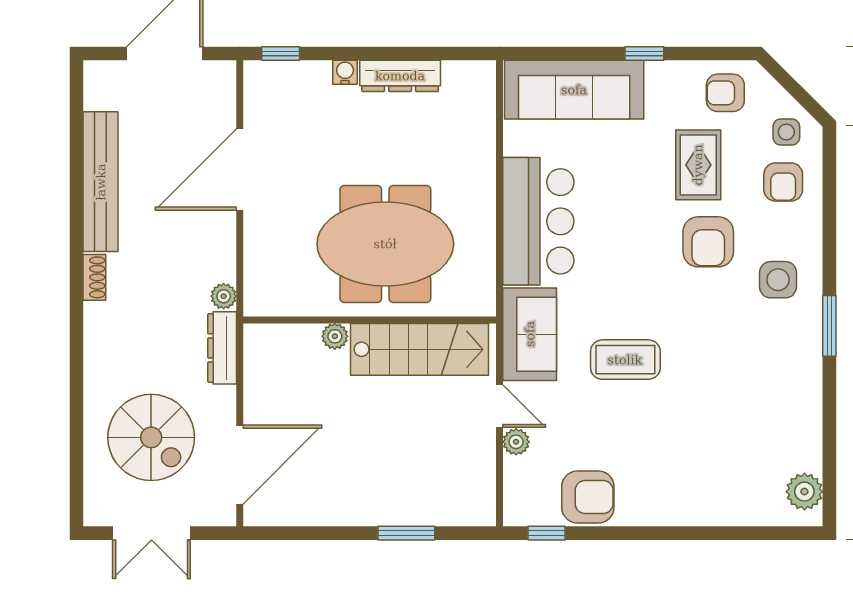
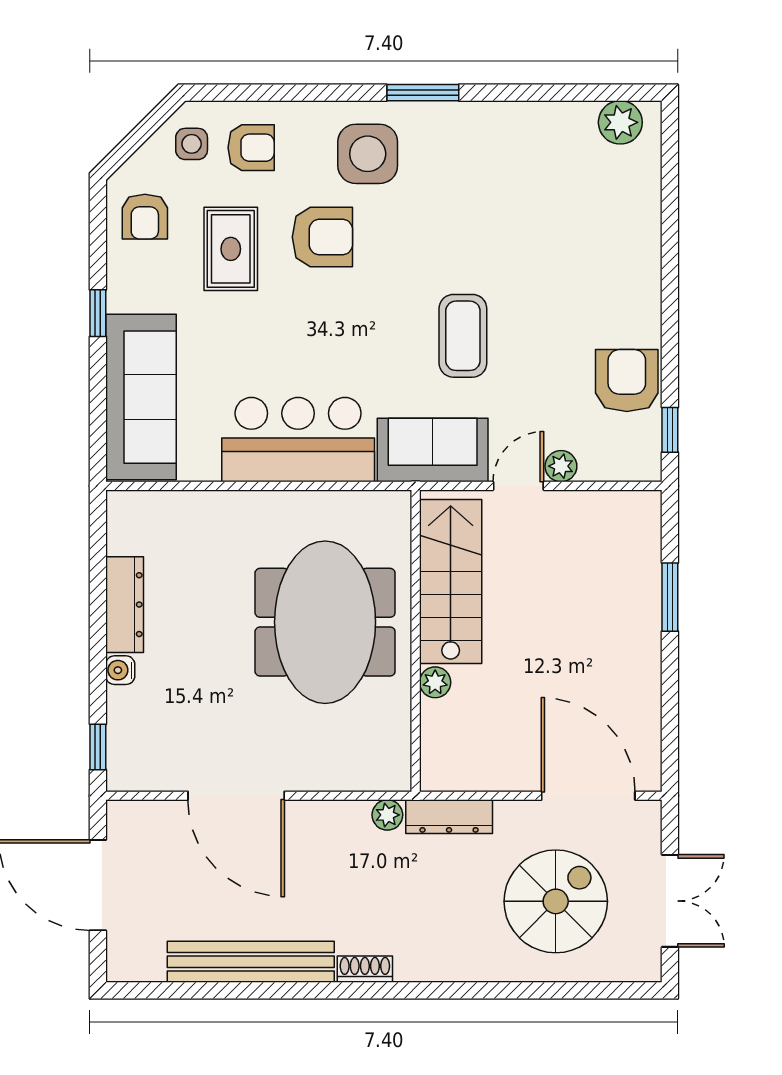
rug: (698, 165) -> (231, 249), turned 90
side table: (778, 280) -> (368, 154), width x1.37, depth x1.37

